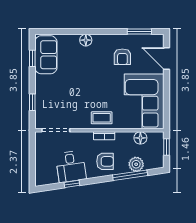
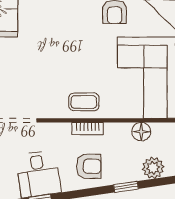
plant: (136, 164) -> (153, 168), moved
window: (130, 175) -> (126, 187), width x0.46

